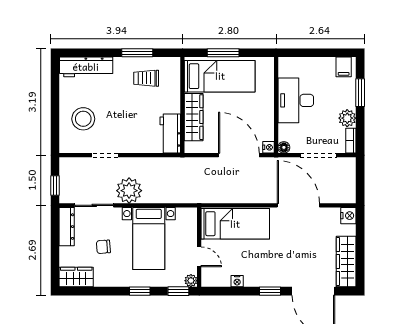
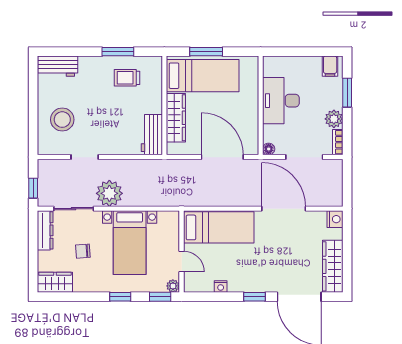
workbench: (86, 67) -> (58, 66), width x0.73
nightstand: (269, 147) -> (253, 149), removed

